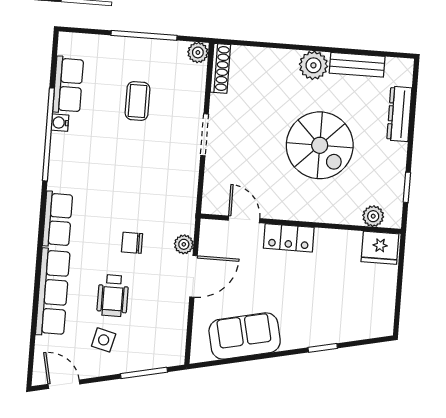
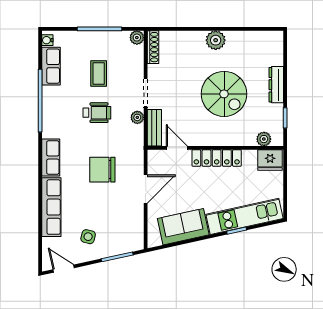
bench: (357, 65) -> (154, 128), moved, turned 90
dresser: (399, 114) -> (276, 85), moved
water cooler: (60, 123) -> (47, 40), moved
locker: (289, 238) -> (217, 158), width x1.53
chair: (132, 243) -> (102, 170), width x1.87, depth x1.87
plant: (184, 244) -> (137, 117), moved
wheelchair: (113, 296) -> (97, 113), moved, turned -90
kitchen unit: (336, 328) -> (244, 216), added

